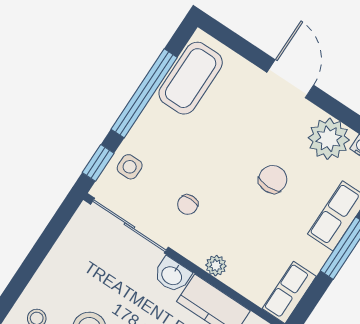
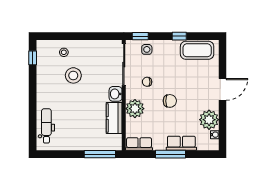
window: (144, 93) -> (179, 36), width x0.32
chair: (273, 179) -> (170, 101), moved
plant: (216, 266) -> (135, 109), width x1.88, depth x1.88

